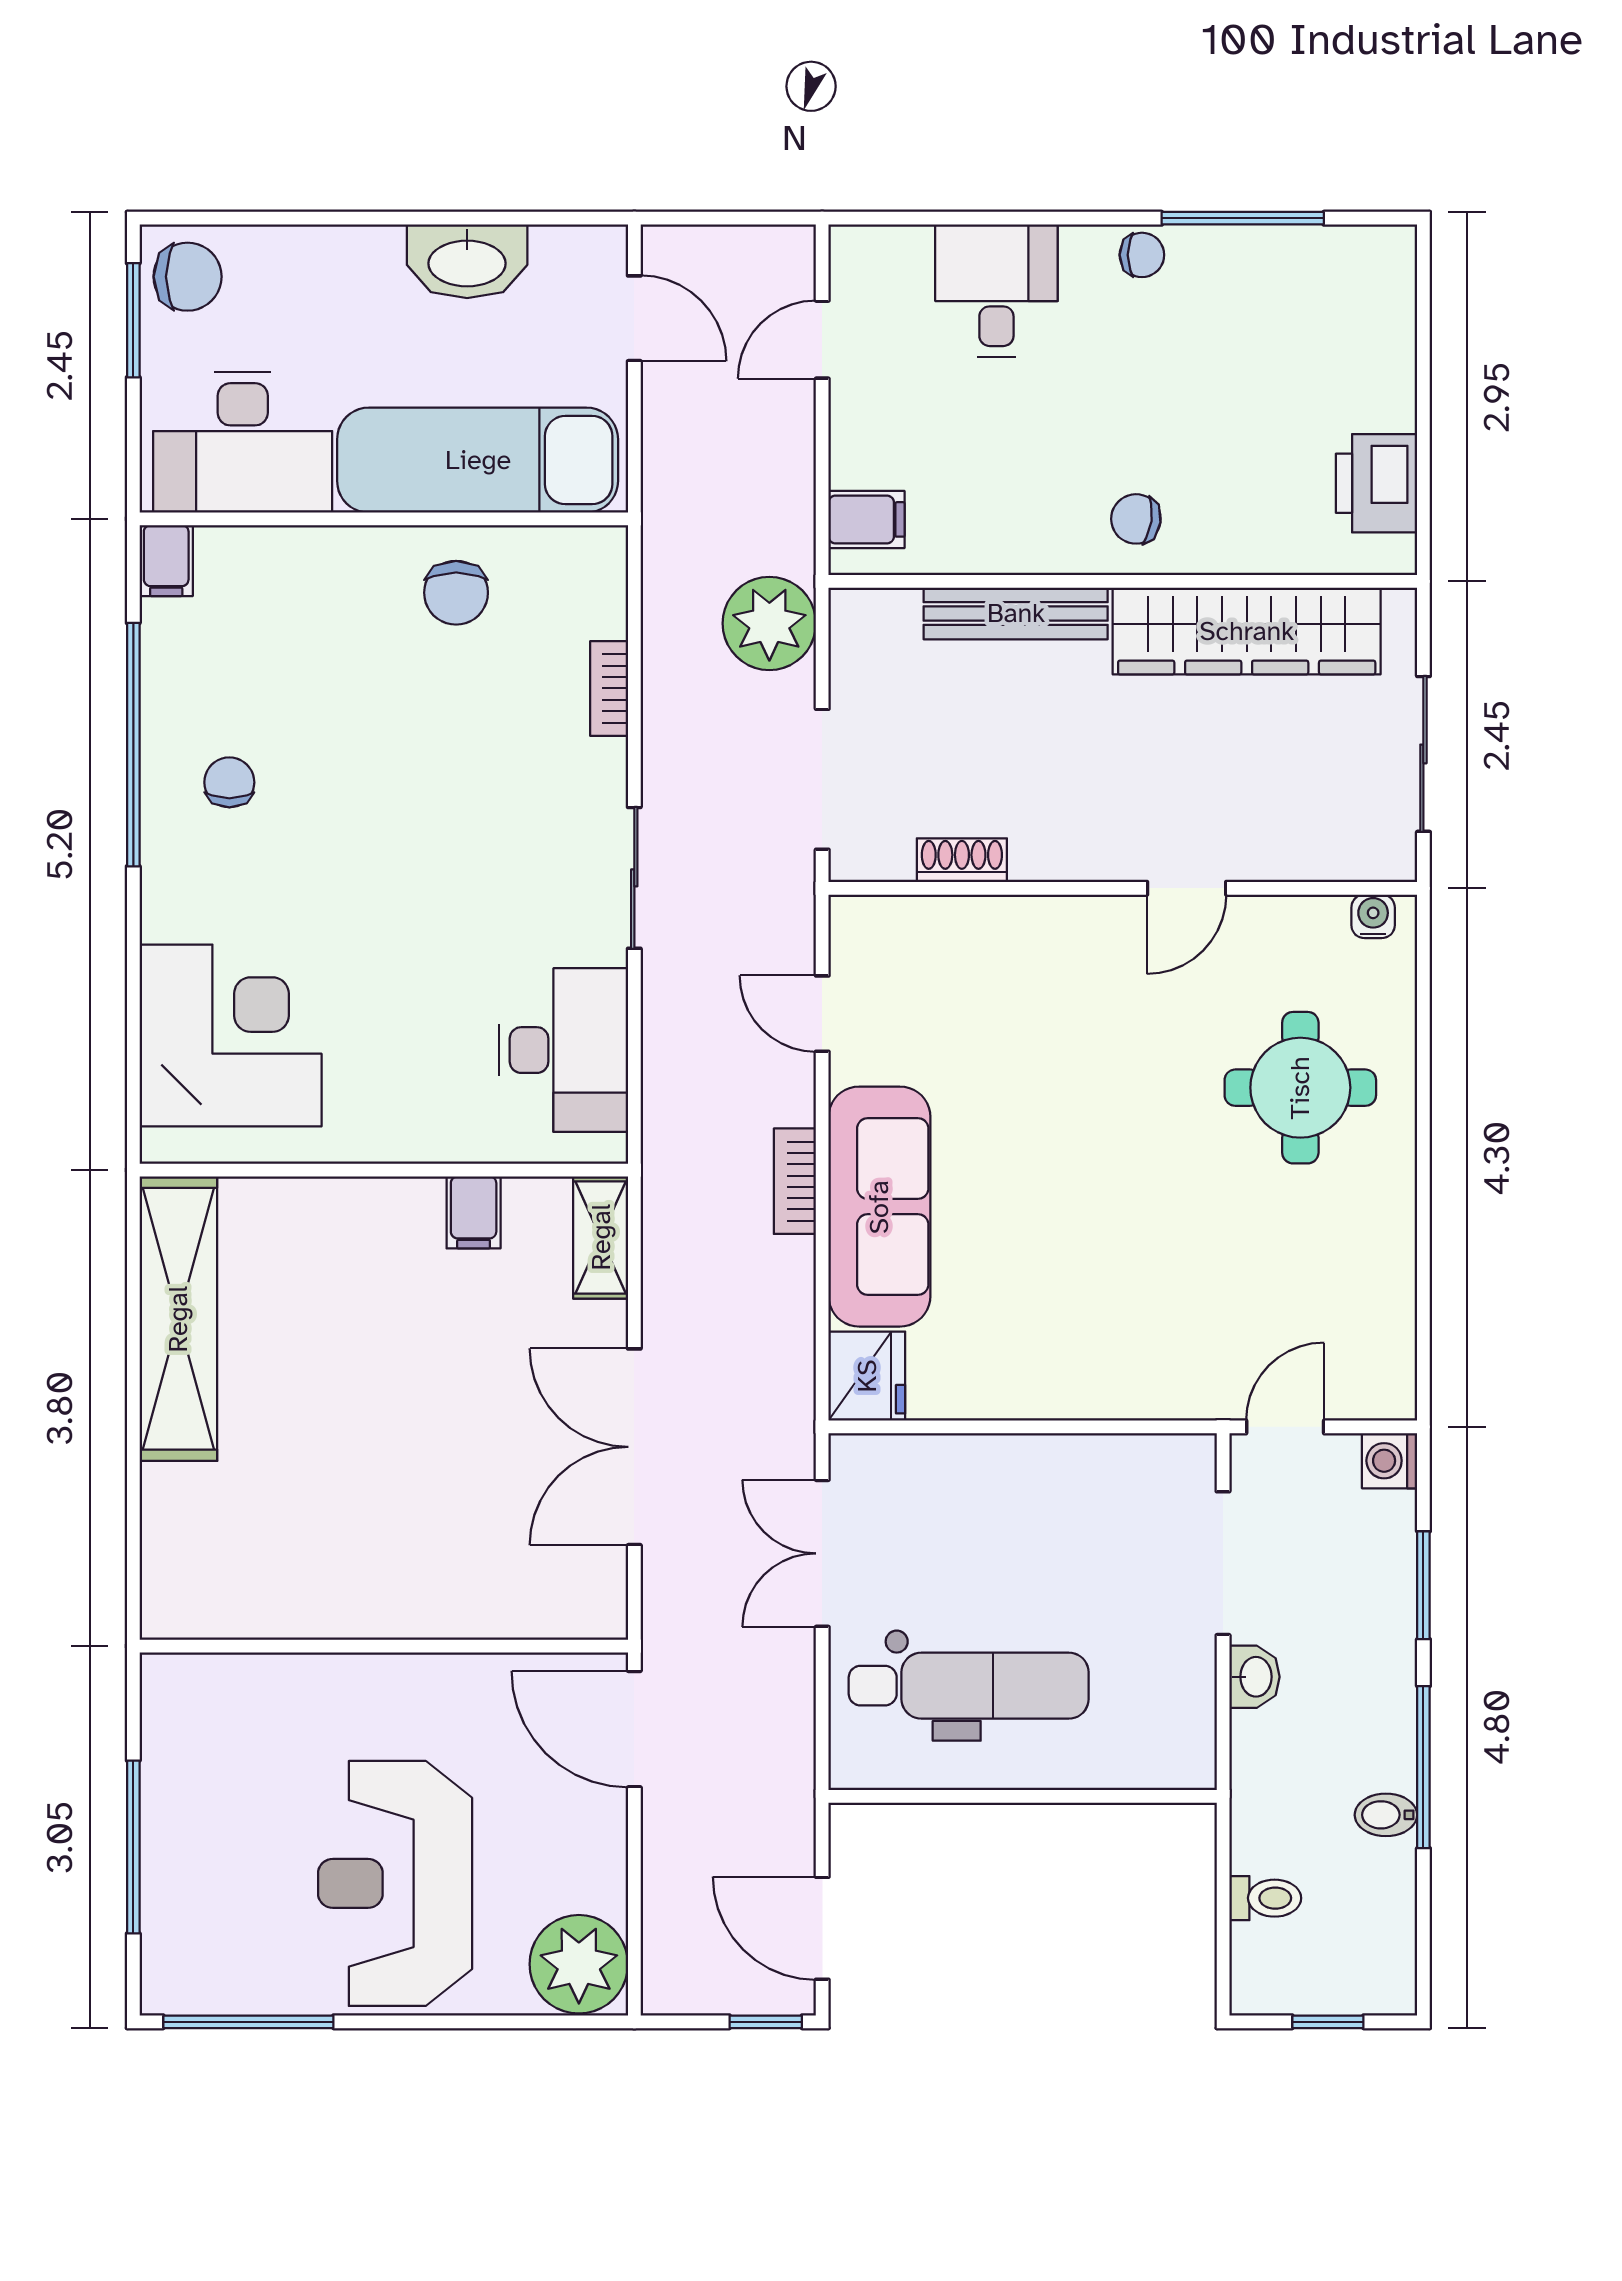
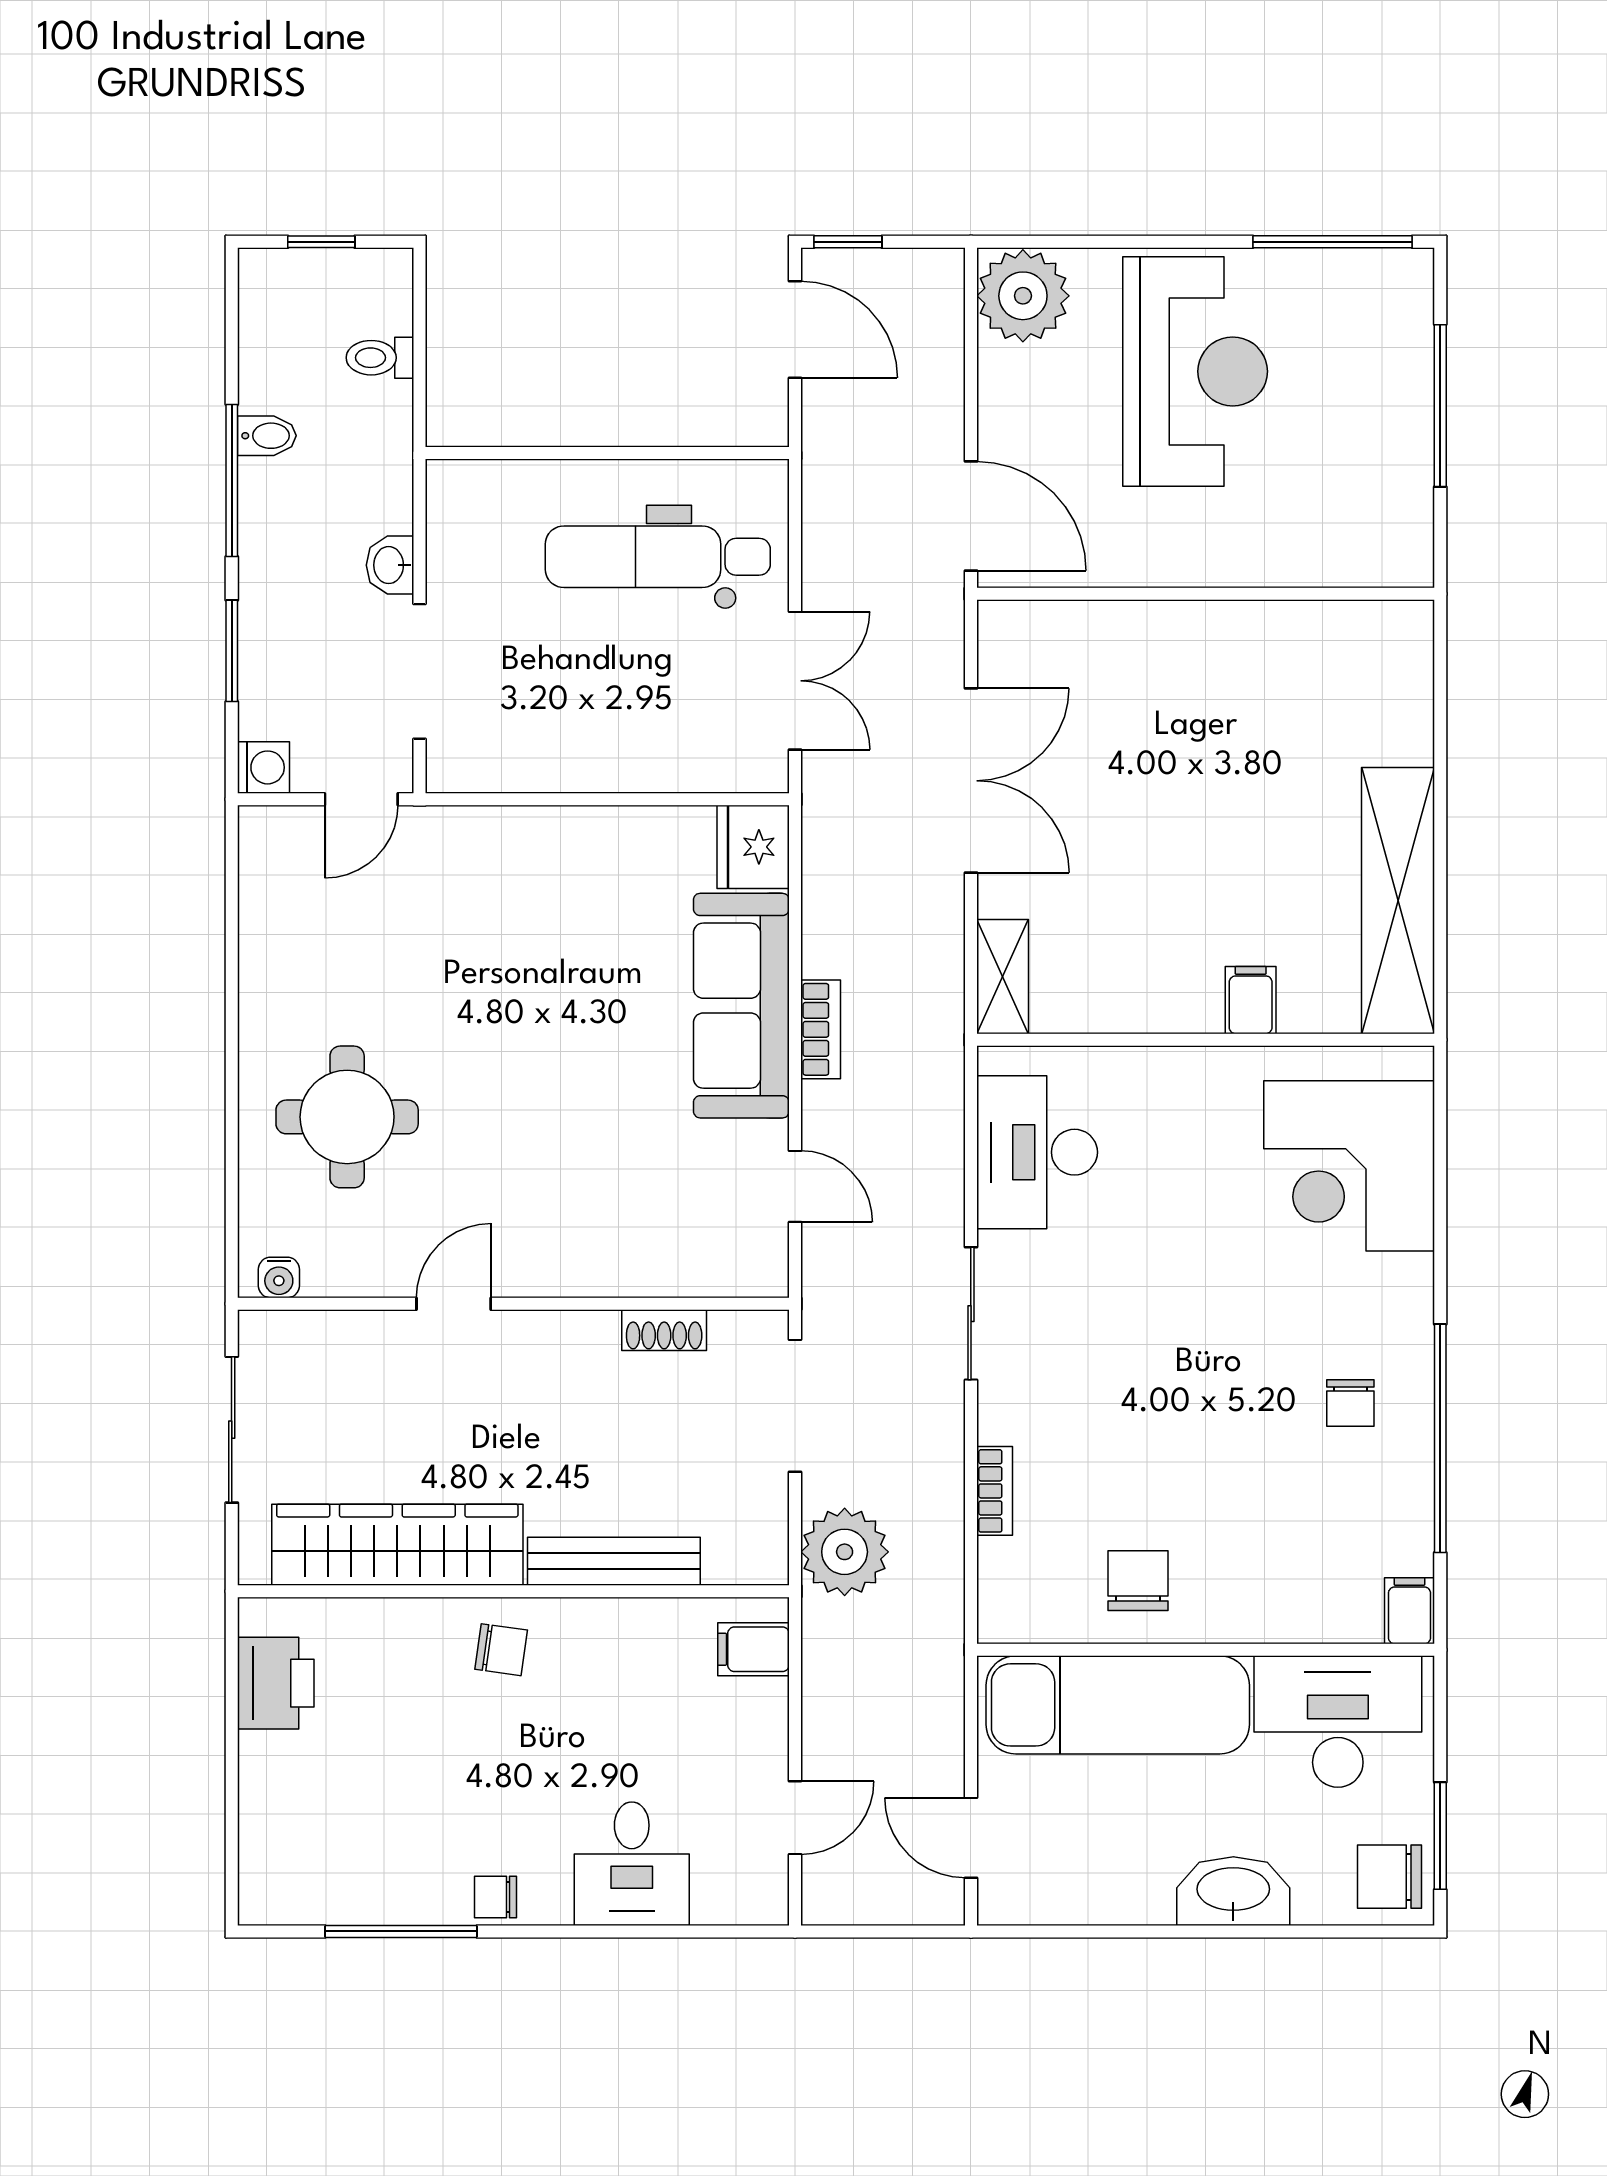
washbasin: (467, 261) -> (1233, 1891), moved
filing cabinet: (474, 1212) -> (1251, 1000), moved

